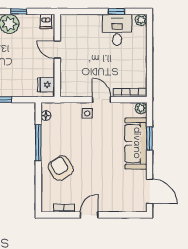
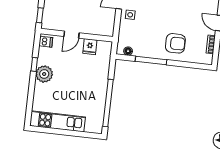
window: (75, 11) -> (40, 15), added
fridge: (46, 85) -> (90, 47), moved
armchair: (61, 168) -> (175, 43), turned -149

